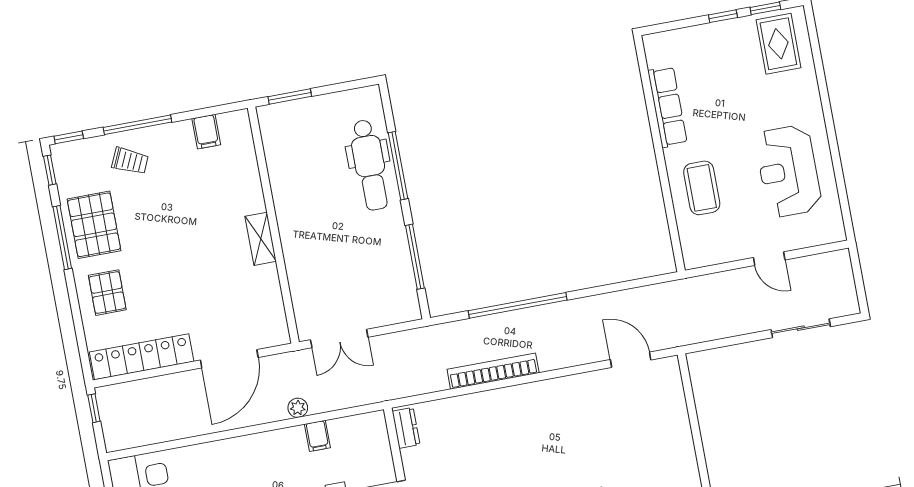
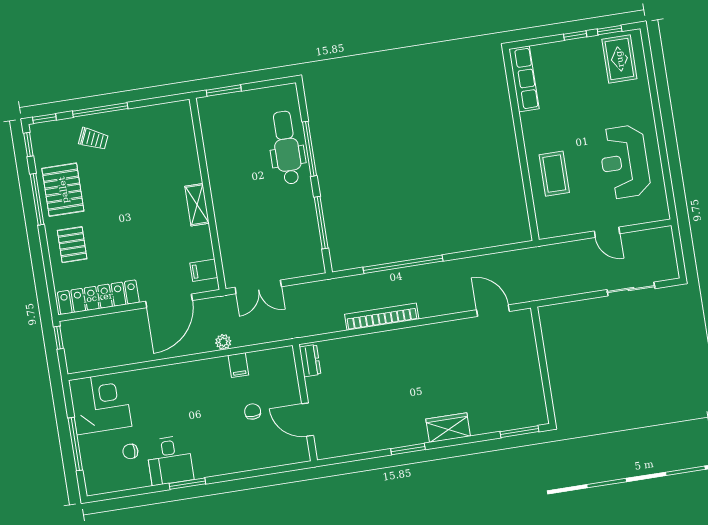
row of seats: (667, 107) -> (524, 79), moved
filing cabinet: (206, 132) -> (204, 270), moved, turned 90
dental chair: (370, 165) -> (287, 148), turned 180

